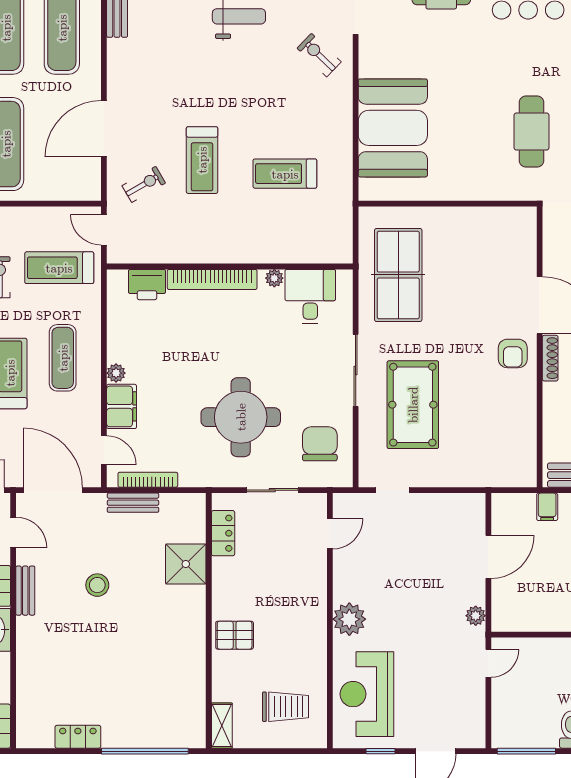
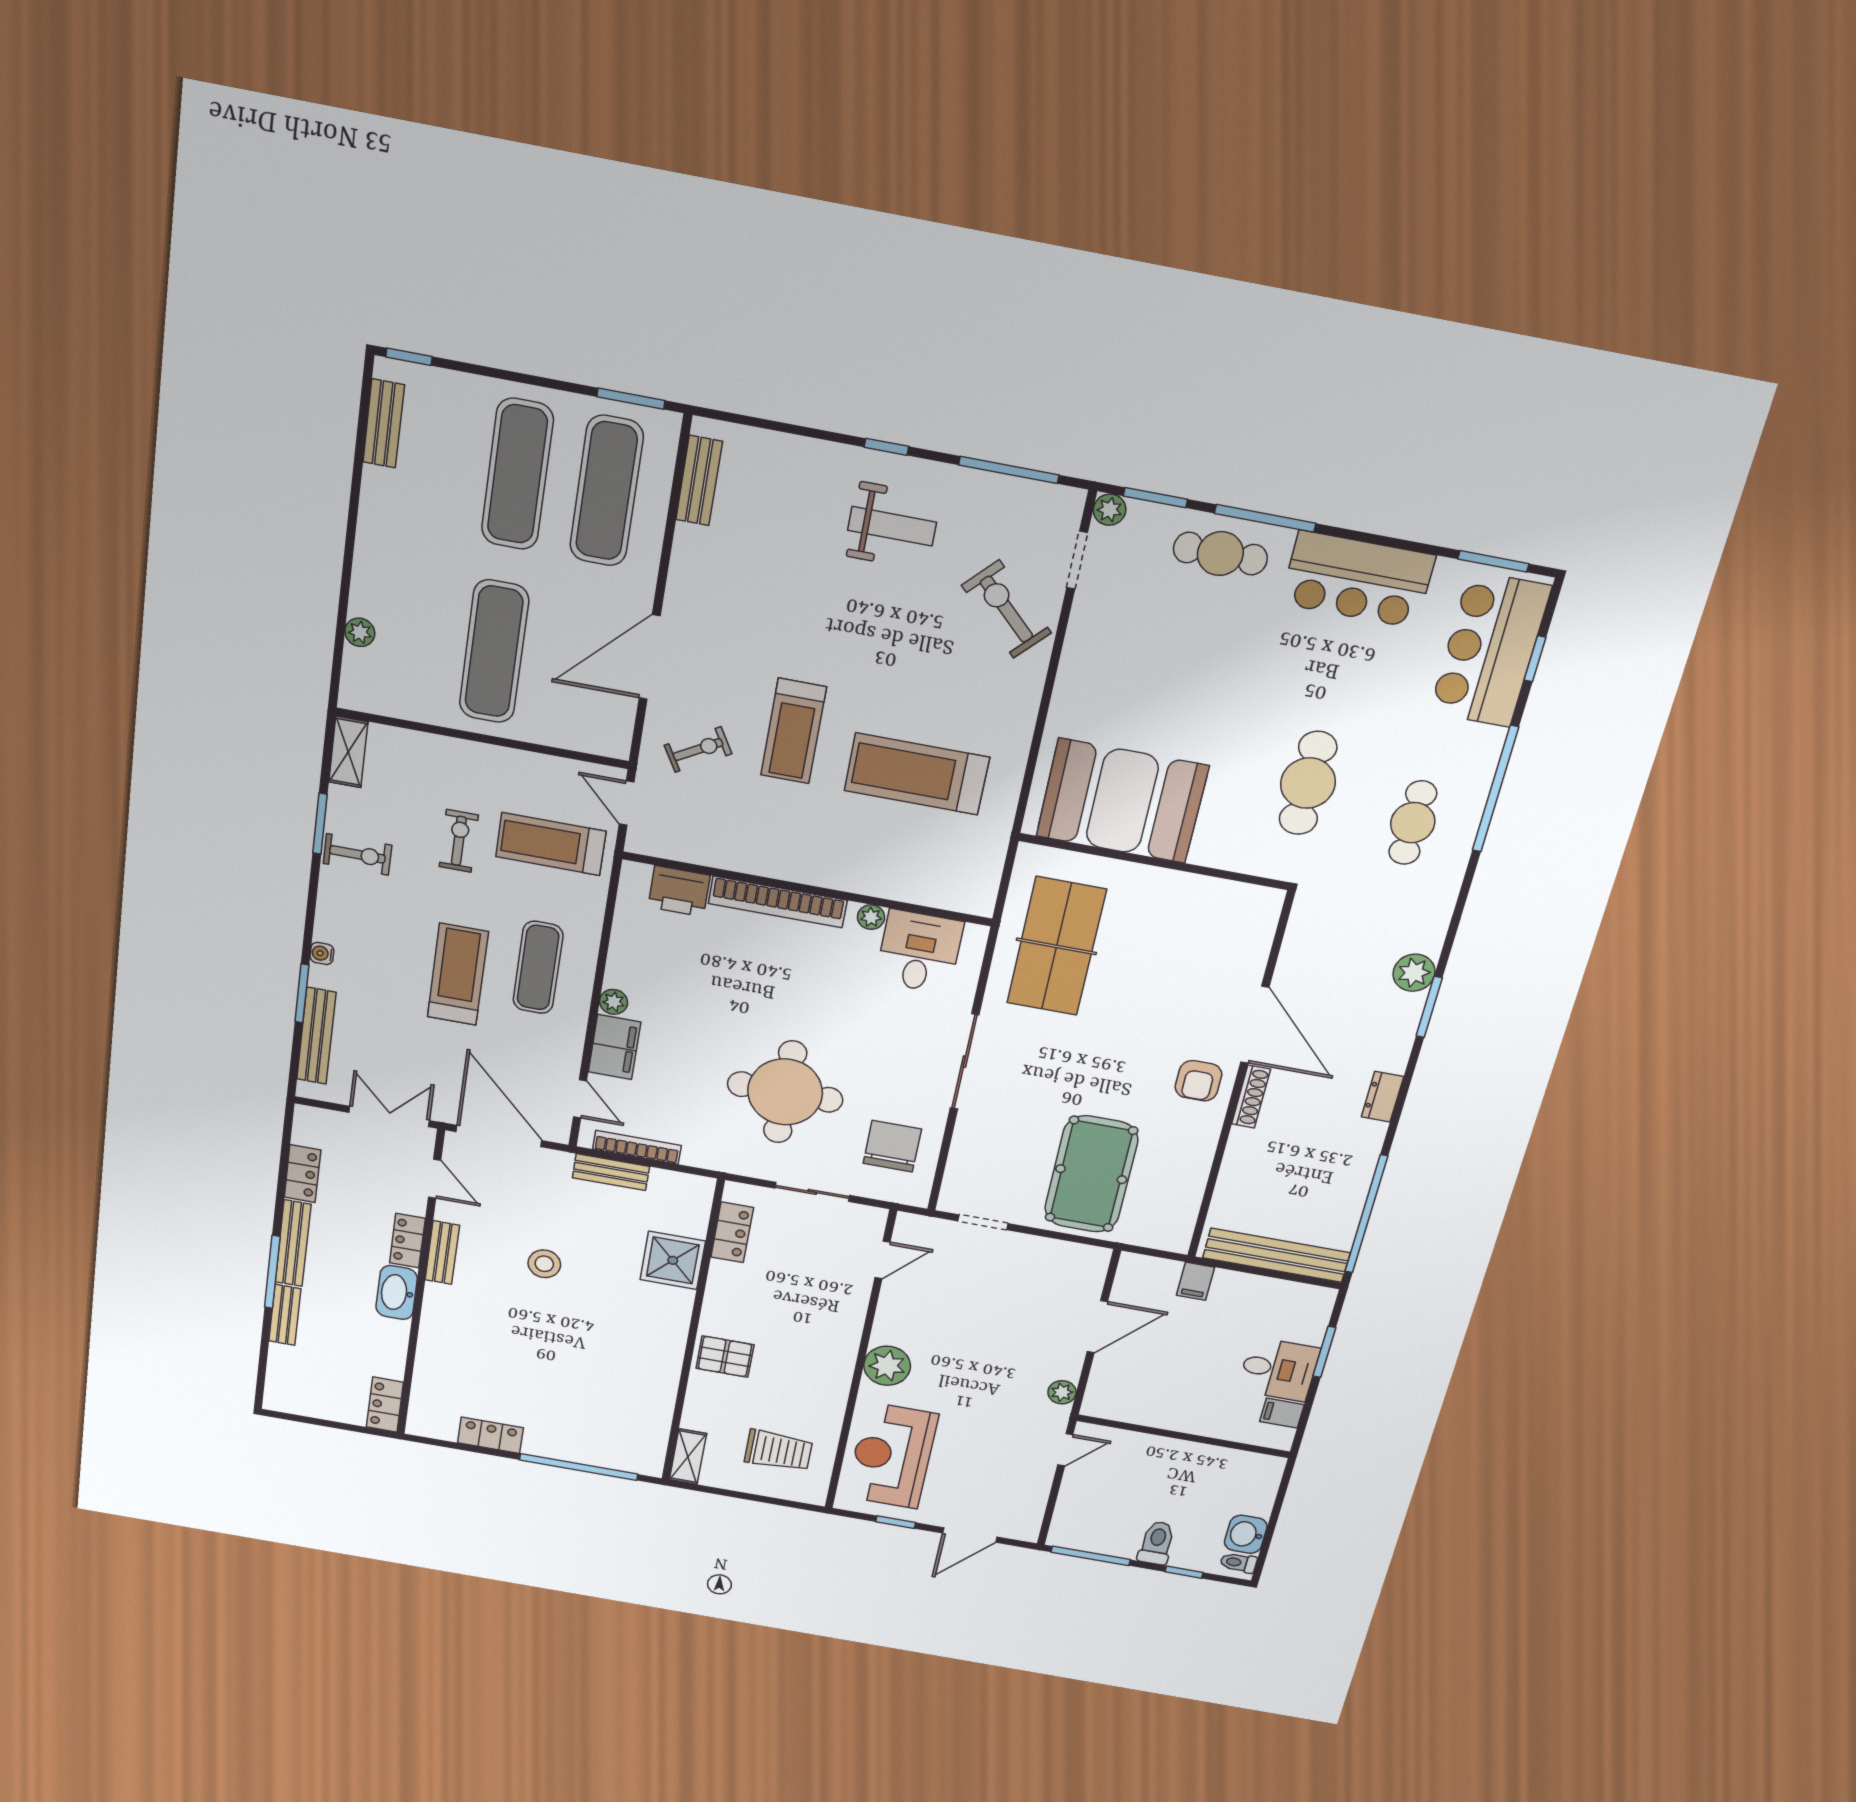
exercise bike: (319, 55) -> (1006, 609), width x1.38, depth x1.39
booth: (393, 128) -> (1122, 801), moved, turned 90
treadmill: (285, 174) -> (917, 774), width x1.37, depth x1.38
pool table: (413, 405) -> (1091, 1174), moved

